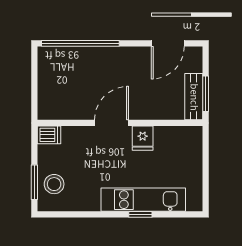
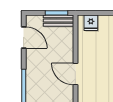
fridge: (143, 138) -> (91, 23), moved, turned 90

